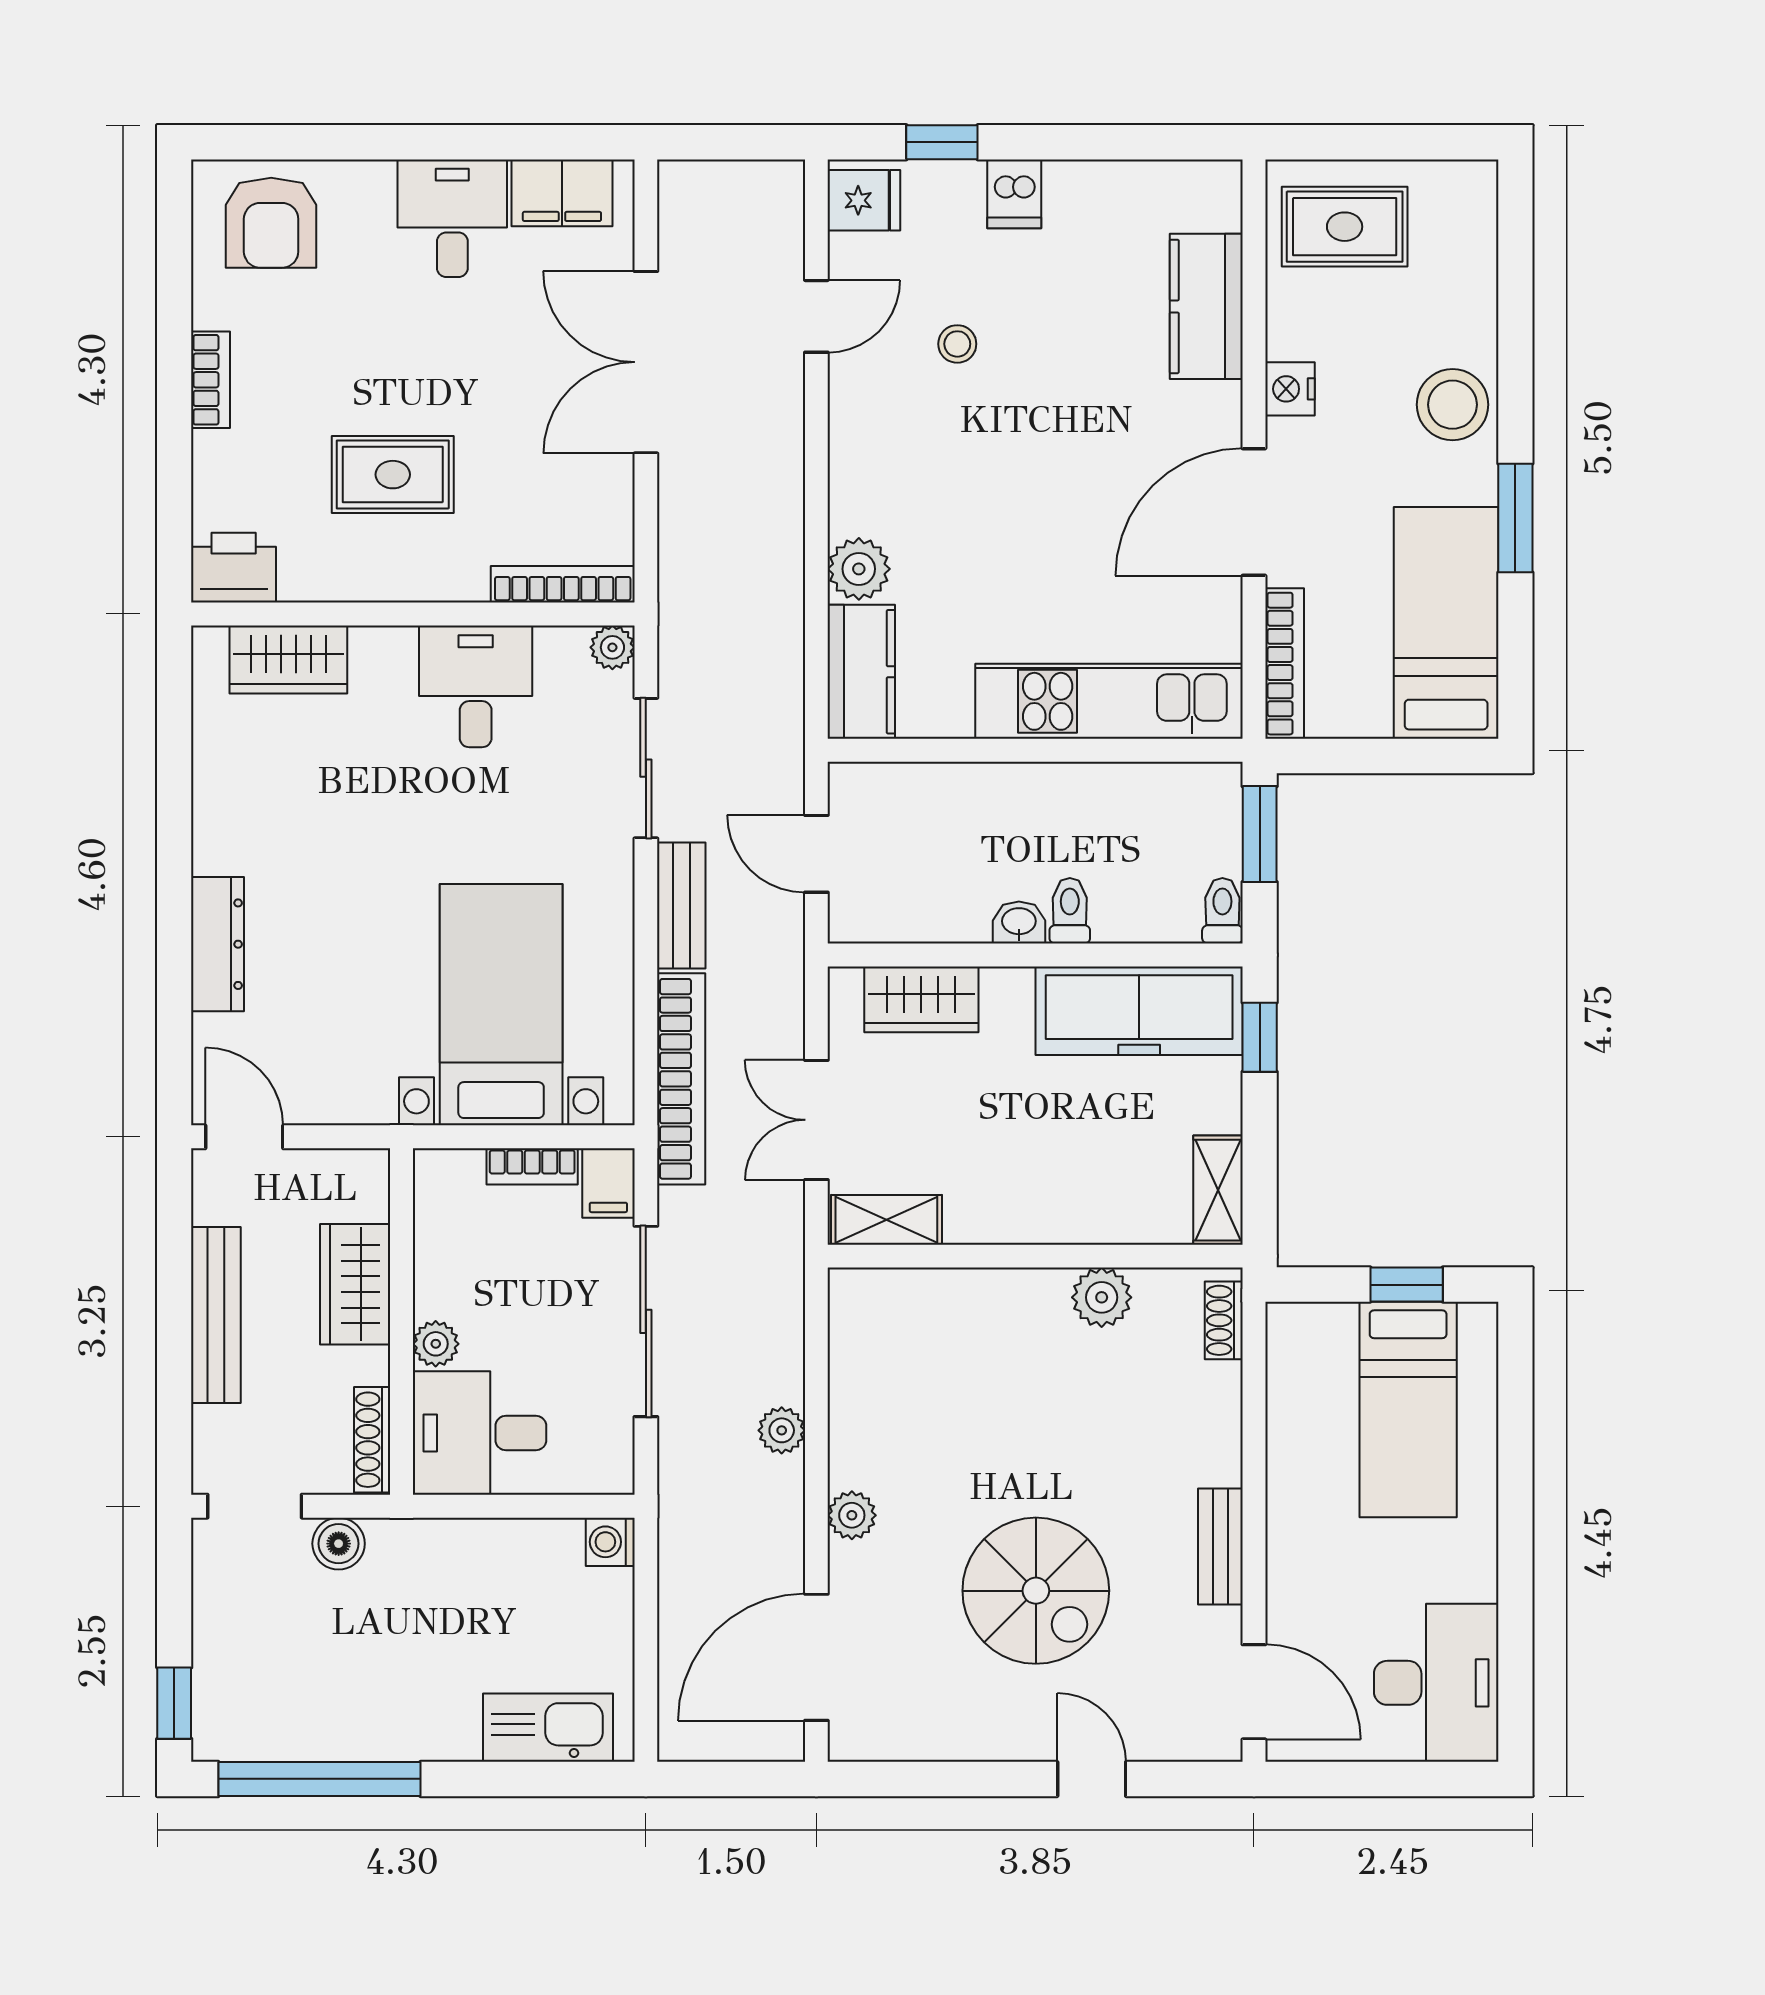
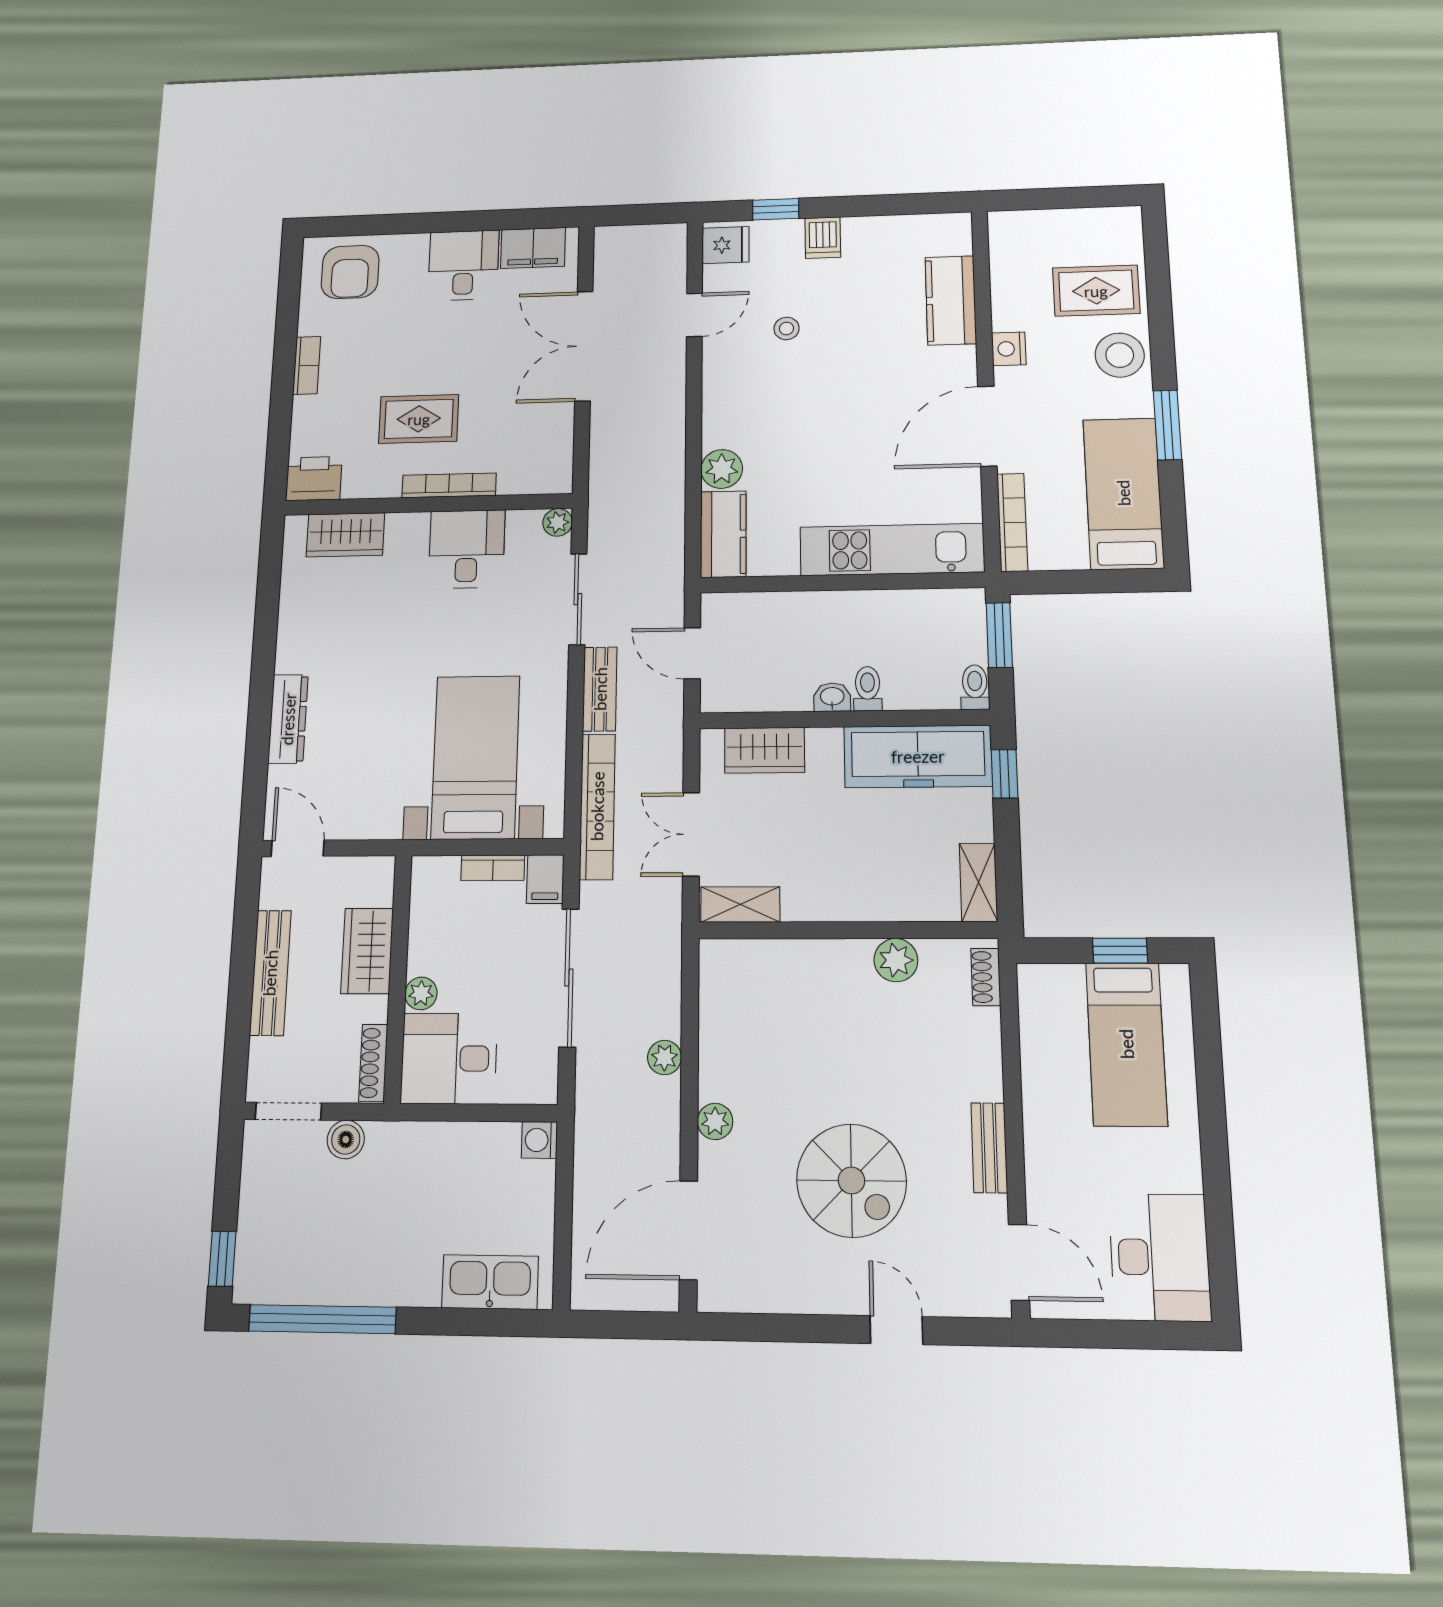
rug: (1345, 227) -> (1096, 291), moved
bookcase: (563, 584) -> (449, 485), moved

